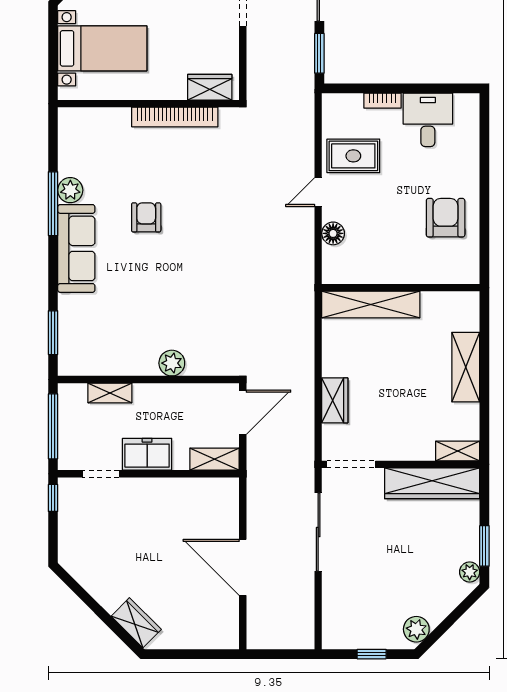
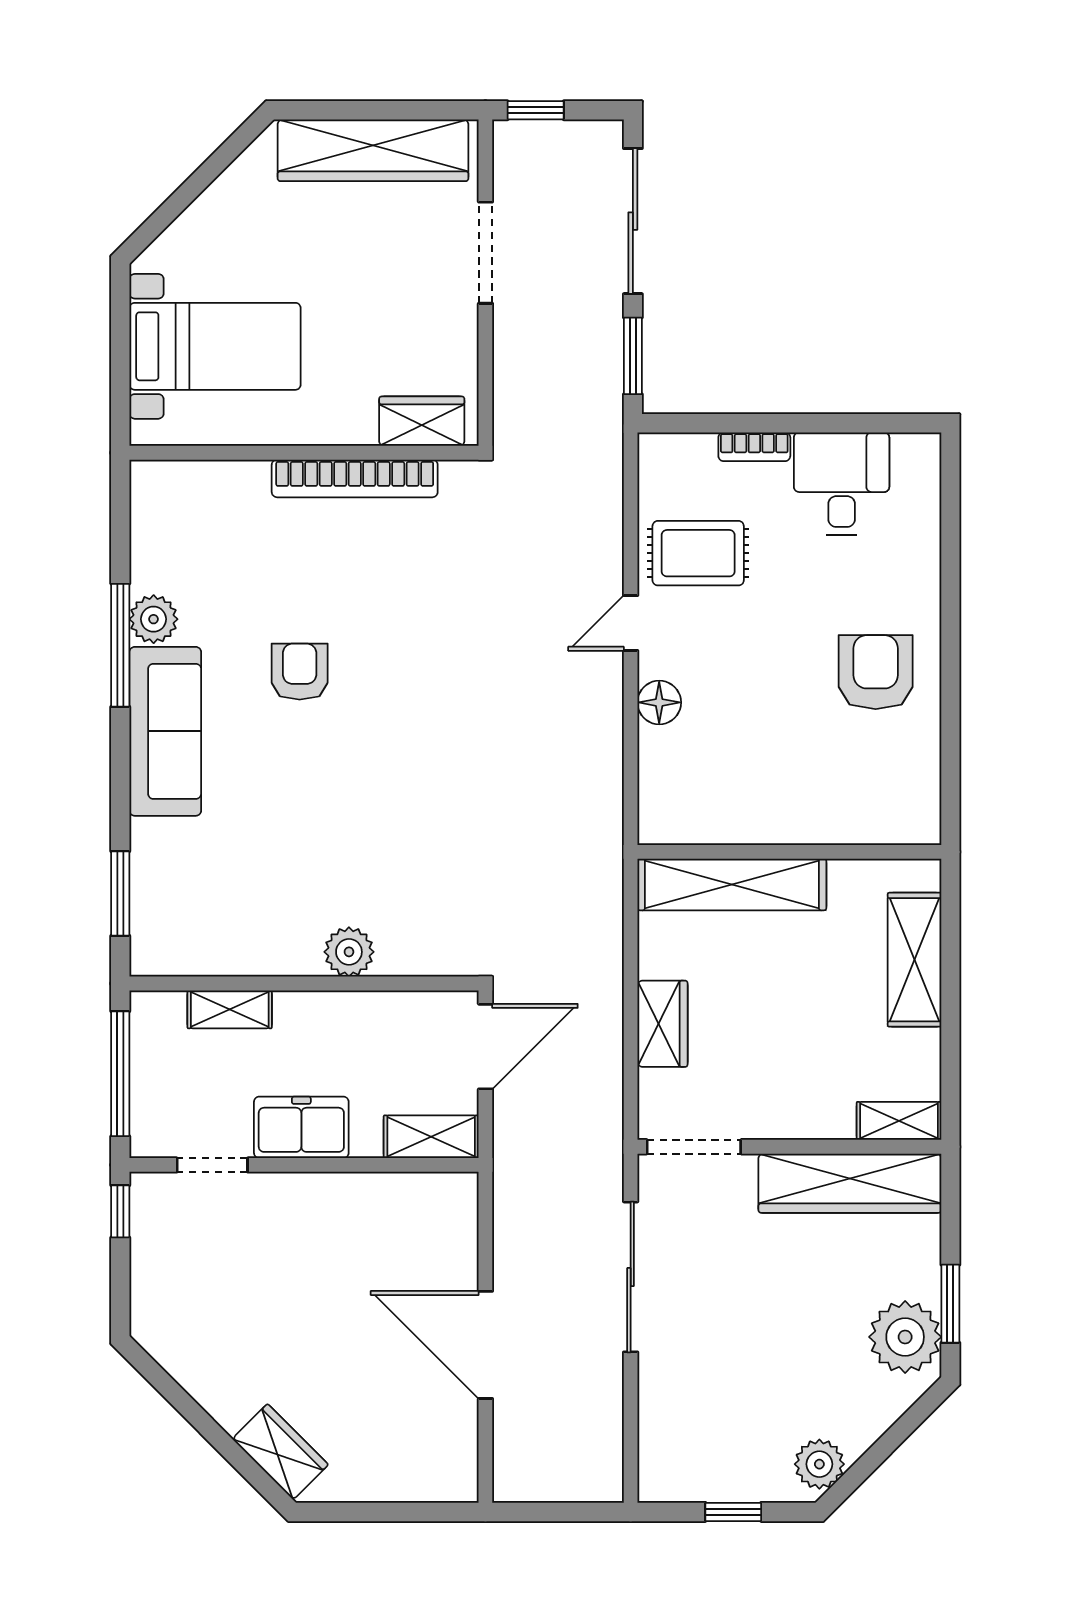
wall: (401, 288) -> (789, 852), moved
shelving: (371, 304) -> (732, 885), moved
plant: (470, 572) -> (905, 1337), width x1.88, depth x1.88

